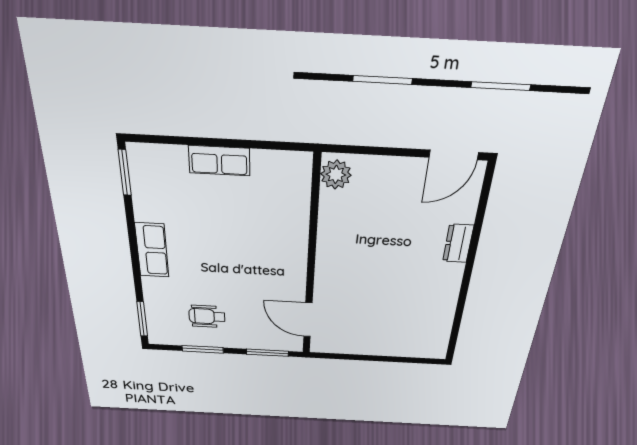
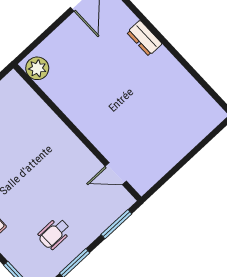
door: (308, 320) -> (116, 174), width x0.73

